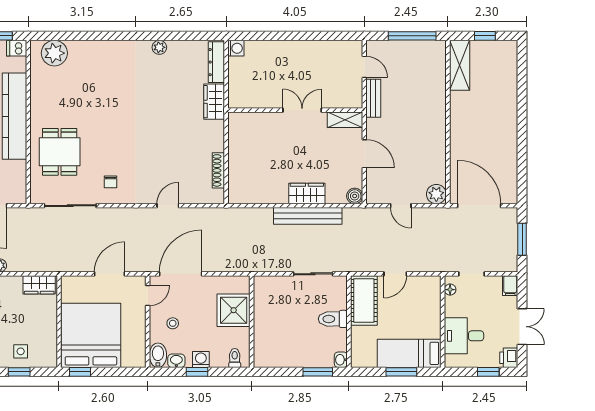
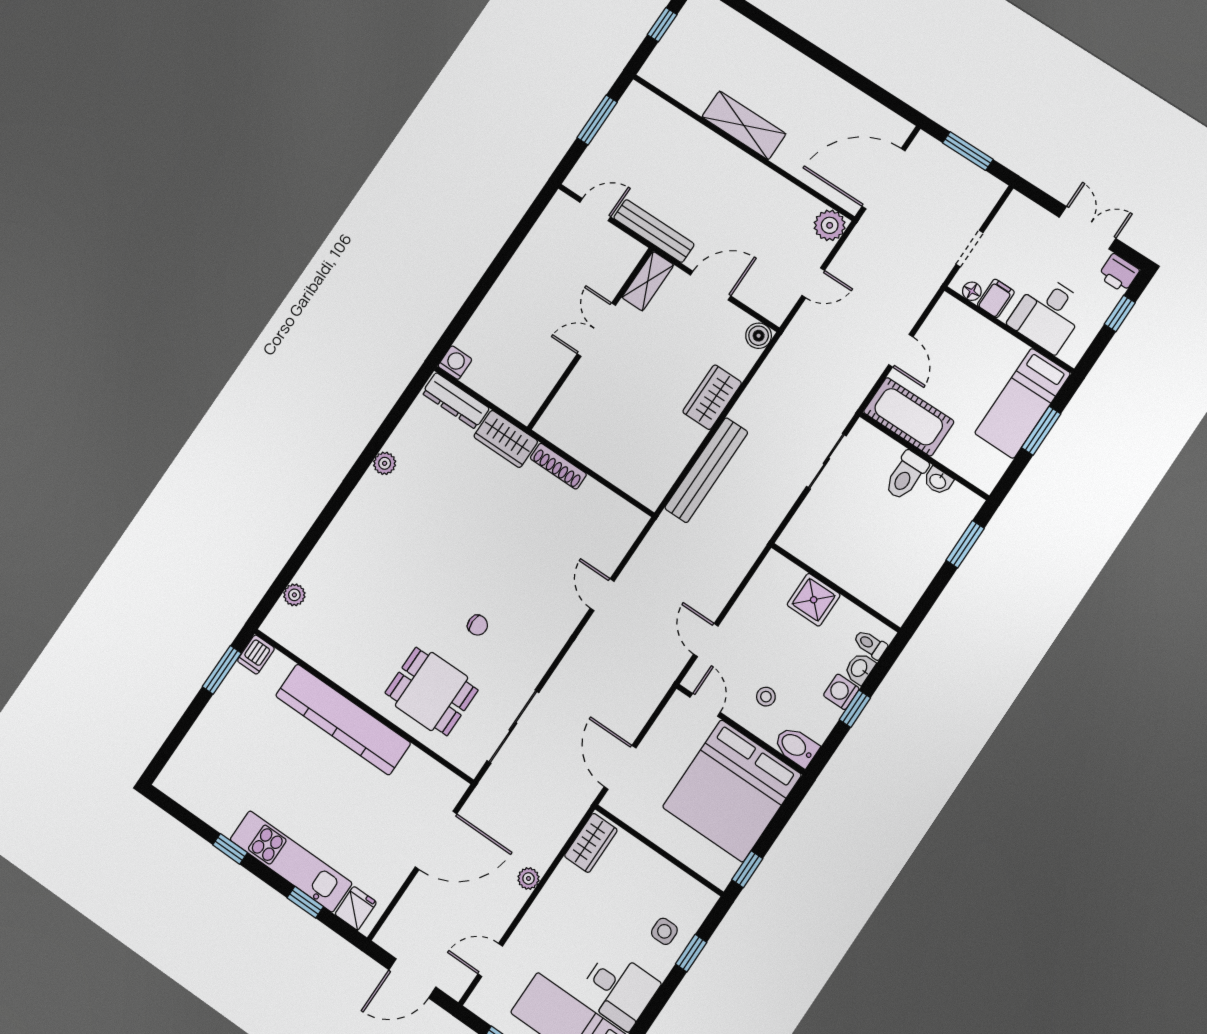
window: (412, 36) -> (597, 120), width x0.69
plant: (54, 53) -> (294, 595), width x0.53, depth x0.53
shelving: (460, 65) -> (744, 125), moved
bench: (373, 98) -> (654, 231), width x1.36
shoe rack: (218, 170) -> (558, 466), moved
chair: (110, 182) -> (478, 625), moved
bench: (308, 216) -> (706, 470), moved
door: (109, 274) -> (620, 767), moved
door: (181, 274) -> (706, 640), width x0.53
filing cabinet: (510, 286) -> (996, 298), moved, turned -90
shower: (234, 310) -> (814, 600), width x0.73, depth x0.73
bed: (91, 335) -> (732, 791), moved, turned -90
washbasin: (341, 360) -> (938, 481), moved
washbasin: (176, 361) -> (860, 668), moved

